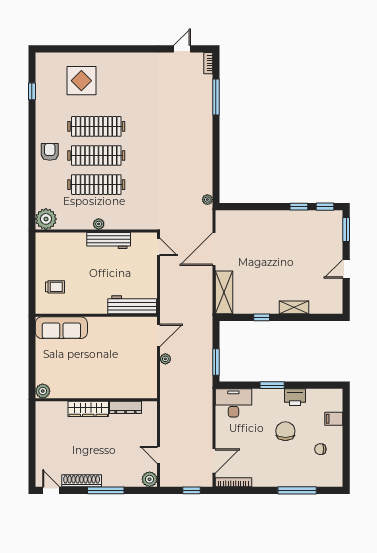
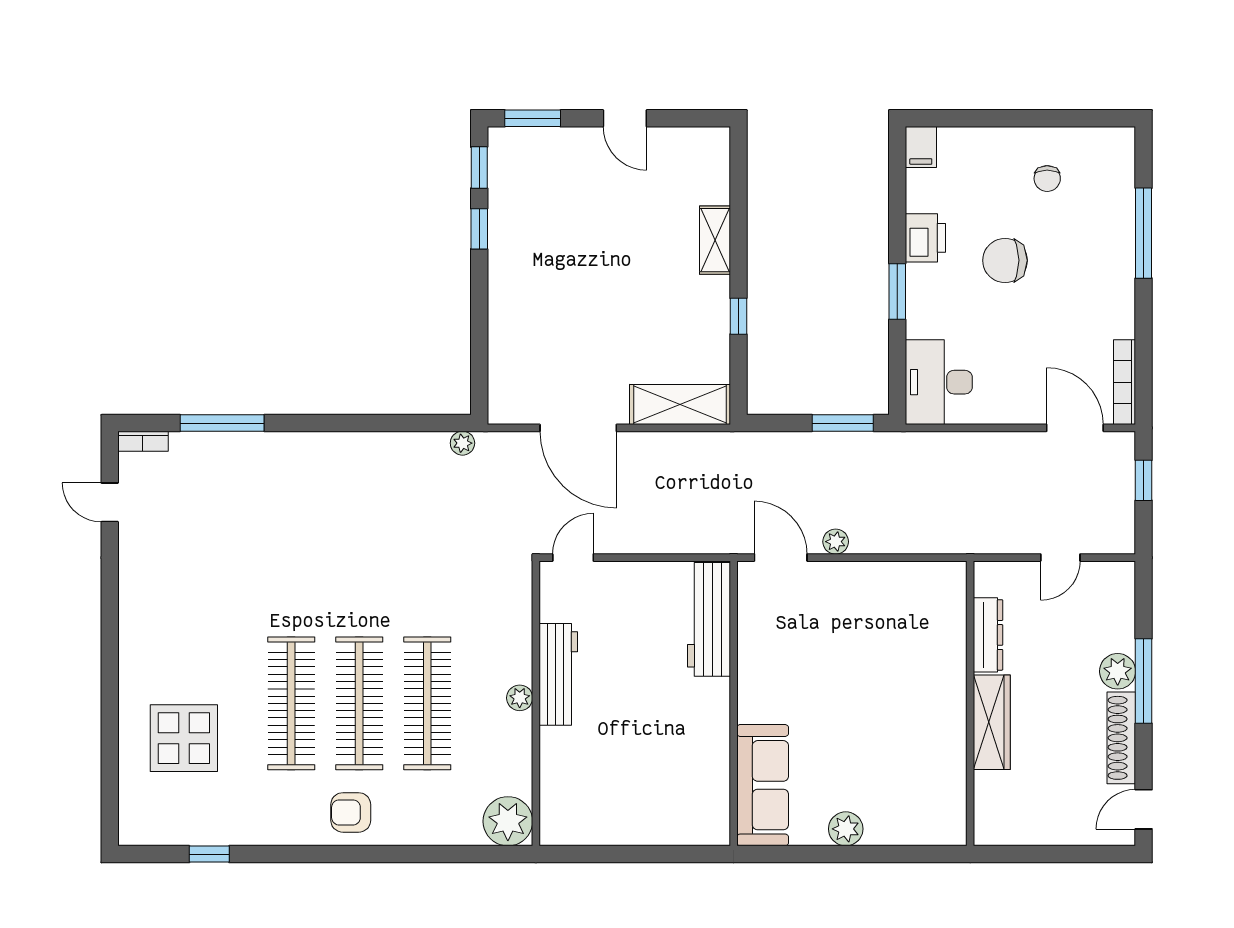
trolley: (55, 287) -> (667, 800), removed
plant: (43, 391) -> (846, 829), moved
wall: (96, 400) -> (970, 703), moved
dresser: (126, 407) -> (988, 635), moved
wardrobe: (88, 409) -> (992, 722), moved
filing cabinet: (334, 419) -> (921, 147), moved
plant: (150, 479) -> (1118, 671), moved

